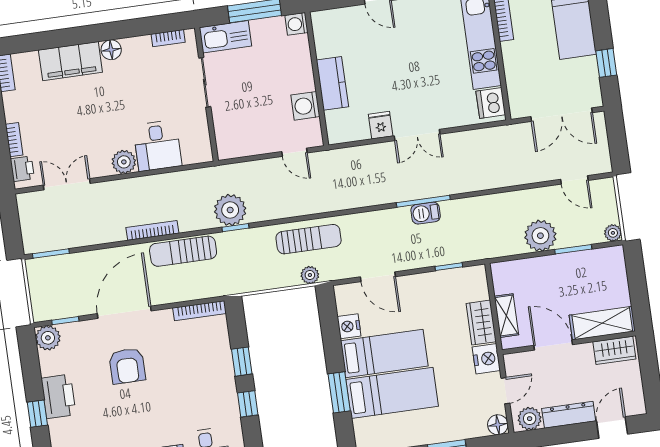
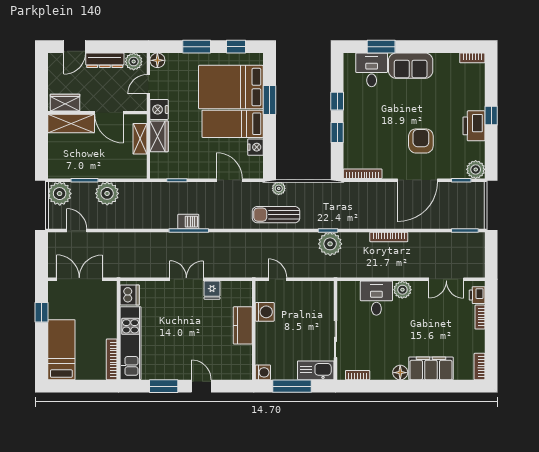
plant: (613, 233) -> (60, 194), width x1.88, depth x1.88
sun lounger: (183, 251) -> (369, 219), removed
bed: (392, 393) -> (231, 87), width x1.50

